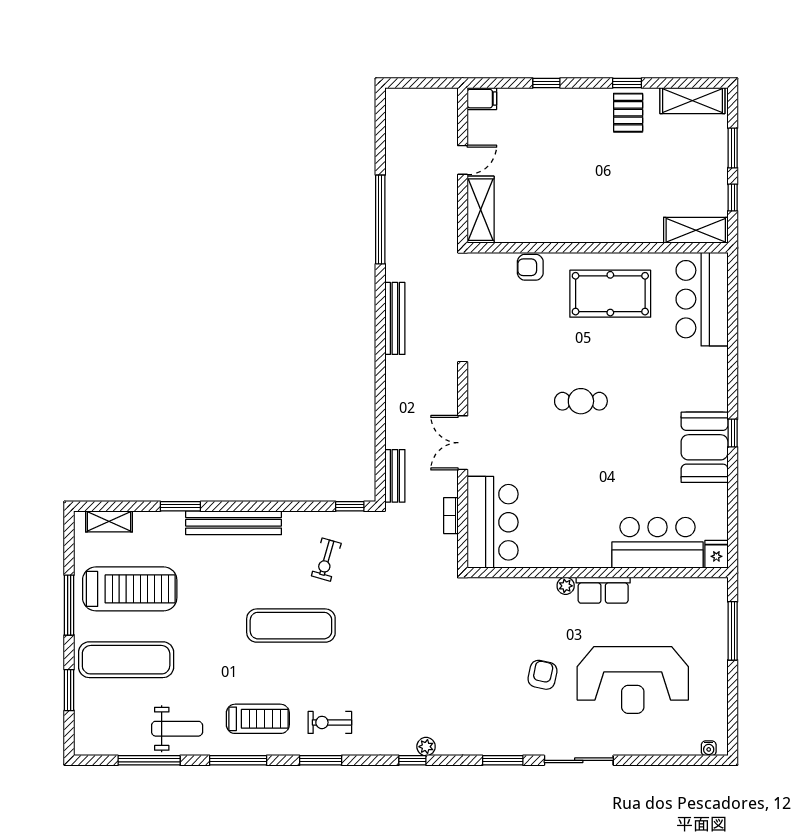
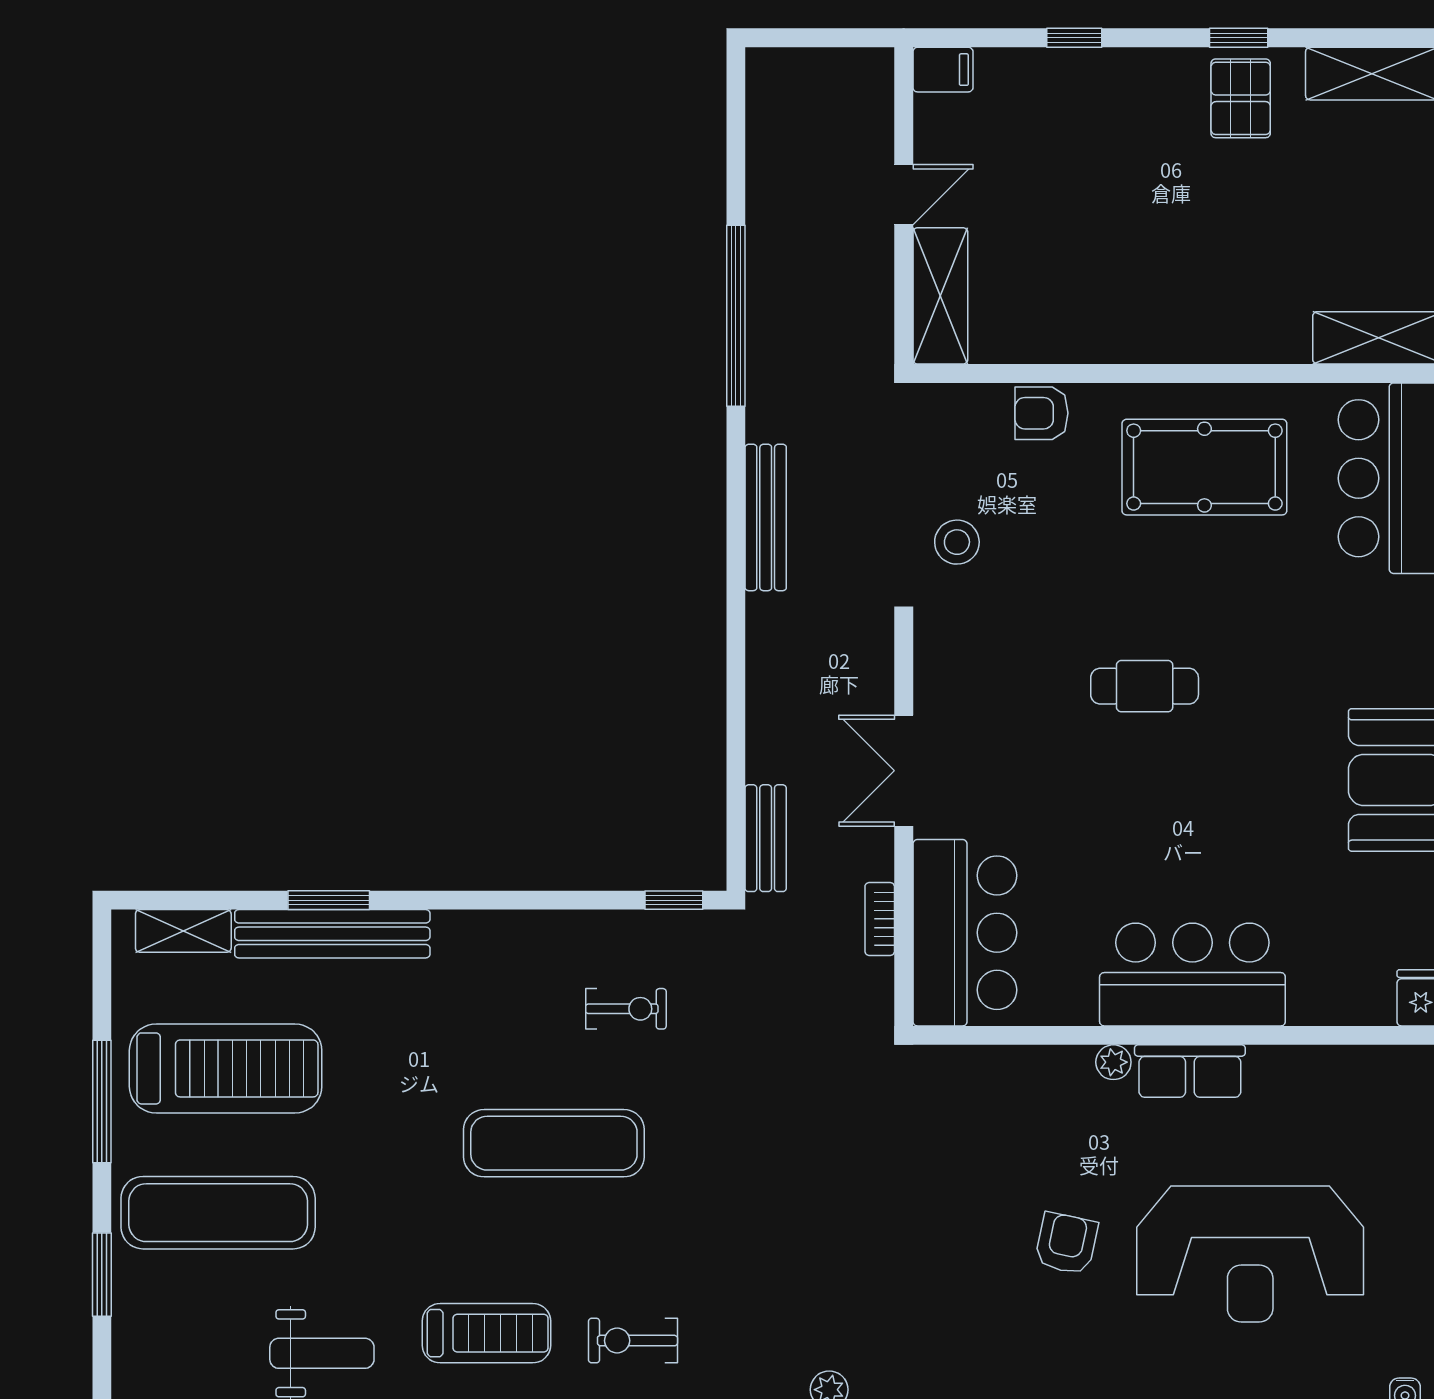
stool: (489, 331) -> (957, 542), added
bench: (234, 523) -> (332, 934), moved
bar counter: (657, 543) -> (1192, 975), moved
exercise bike: (326, 560) -> (626, 1009), turned -106

